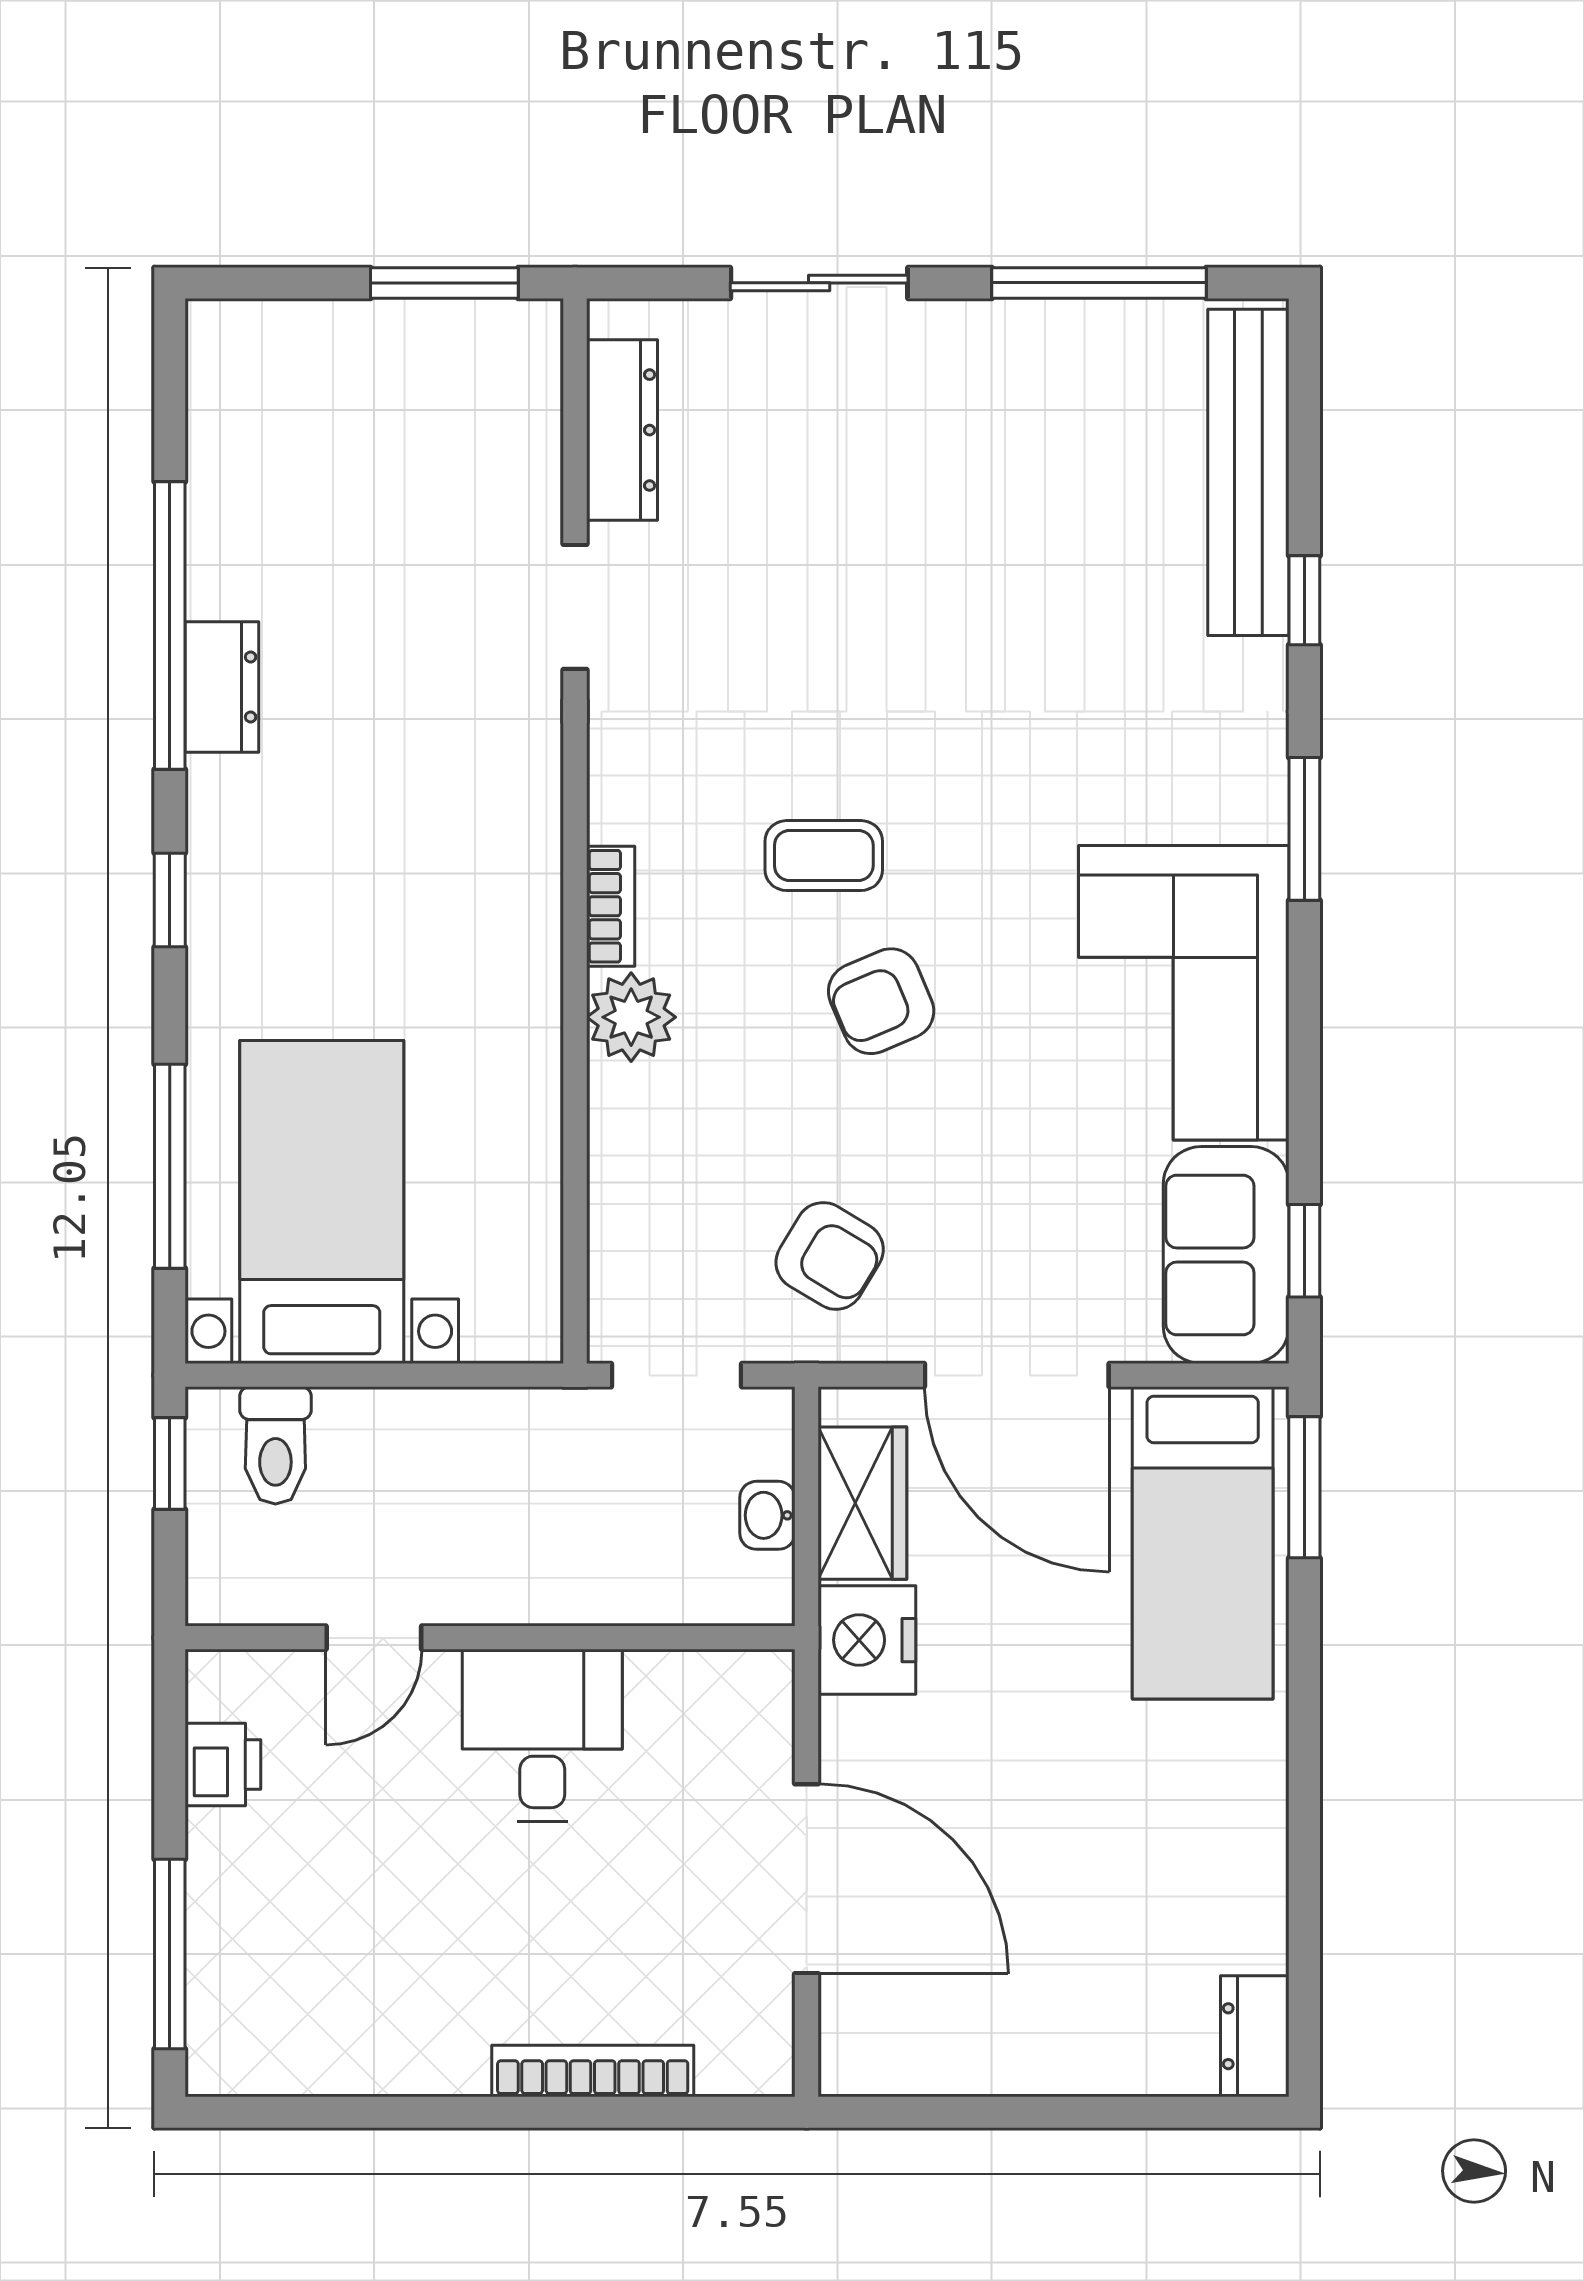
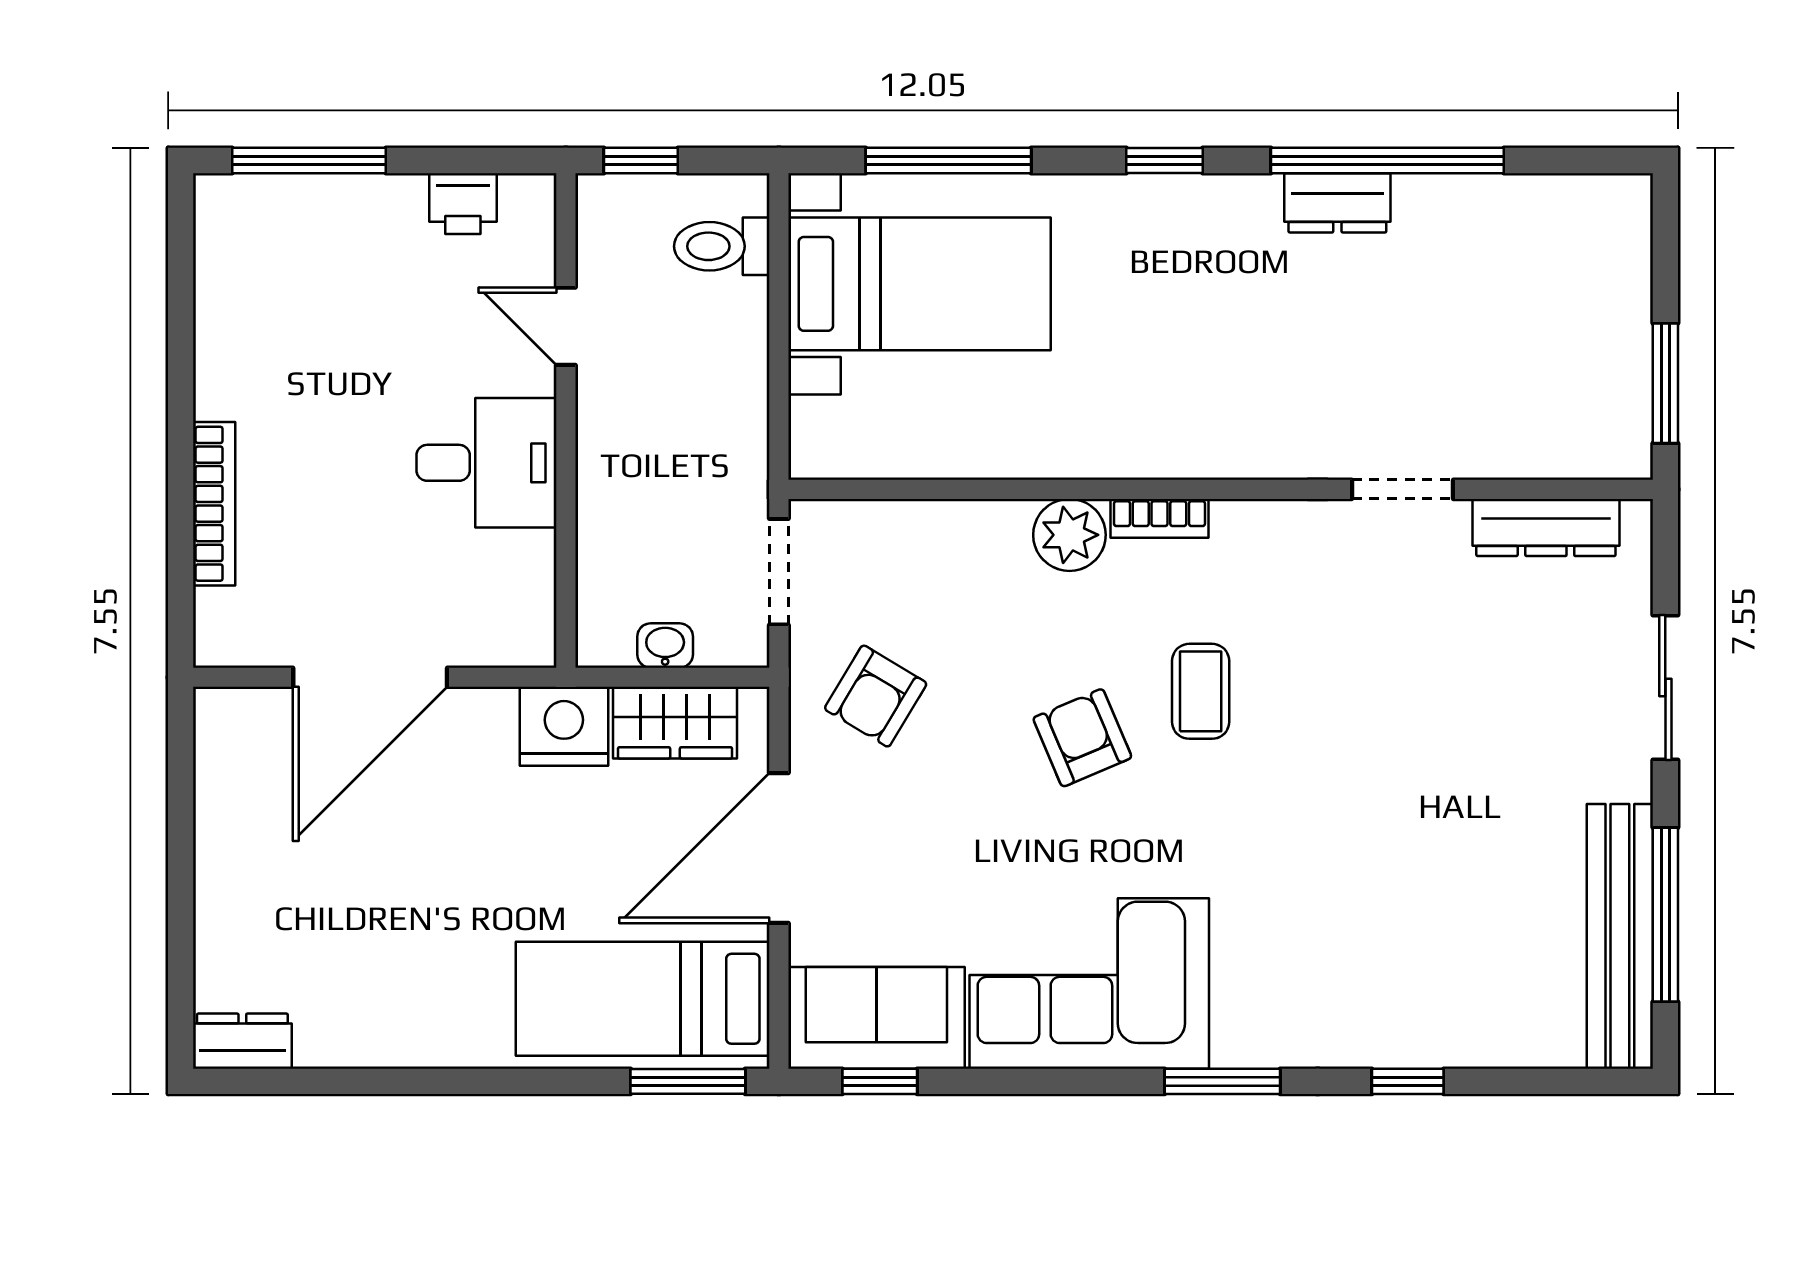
bench: (1248, 472) -> (1620, 936), moved, turned 90
window: (170, 1464) -> (641, 160), moved

